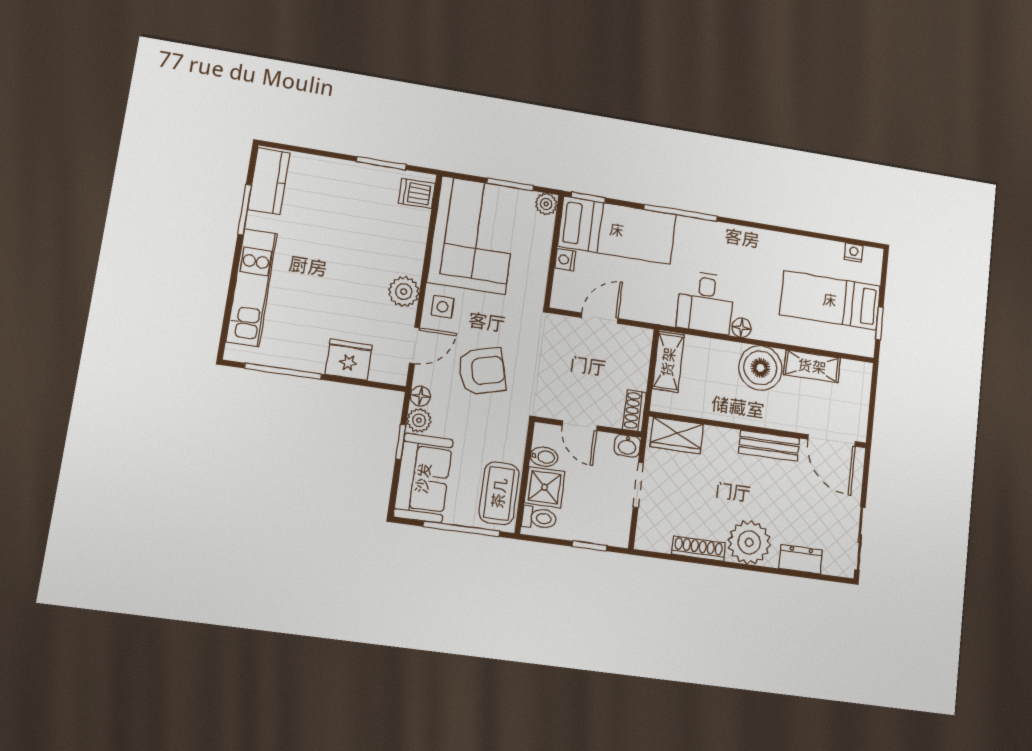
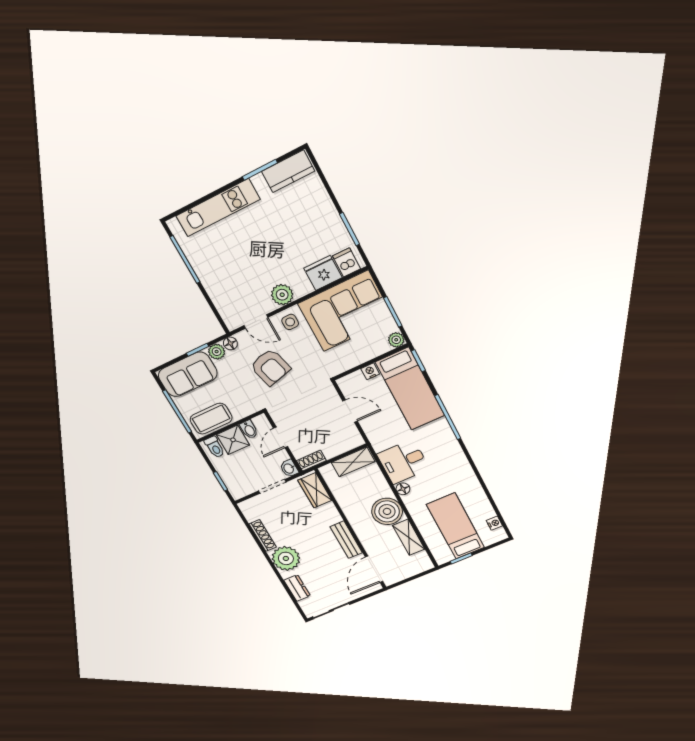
fridge: (349, 360) -> (323, 273), moved, turned -90

